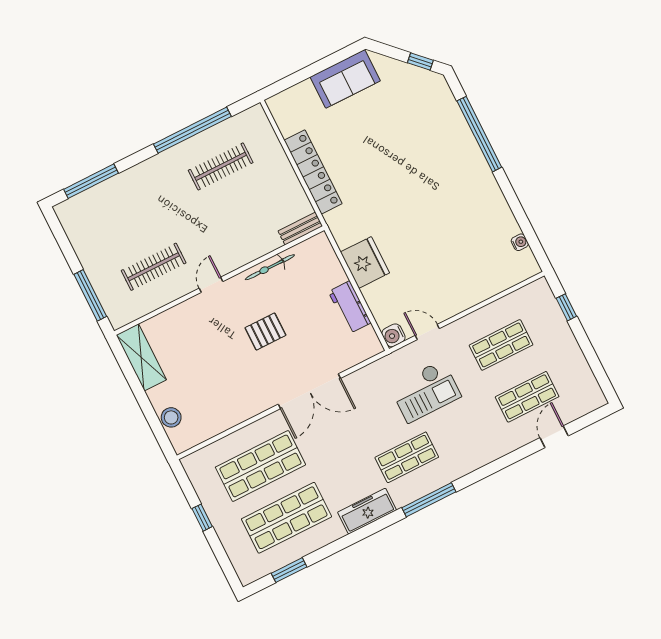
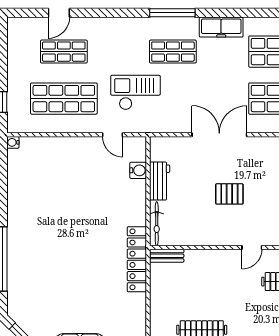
locker: (313, 172) -> (137, 259), moved
water cooler: (520, 242) -> (13, 142), moved
fridge: (365, 262) -> (132, 208), removed
bicycle: (270, 267) -> (157, 224), moved, turned 90
water cooler: (393, 335) -> (138, 170), moved
shop shelf: (501, 345) -> (64, 99), width x1.43, depth x1.36

